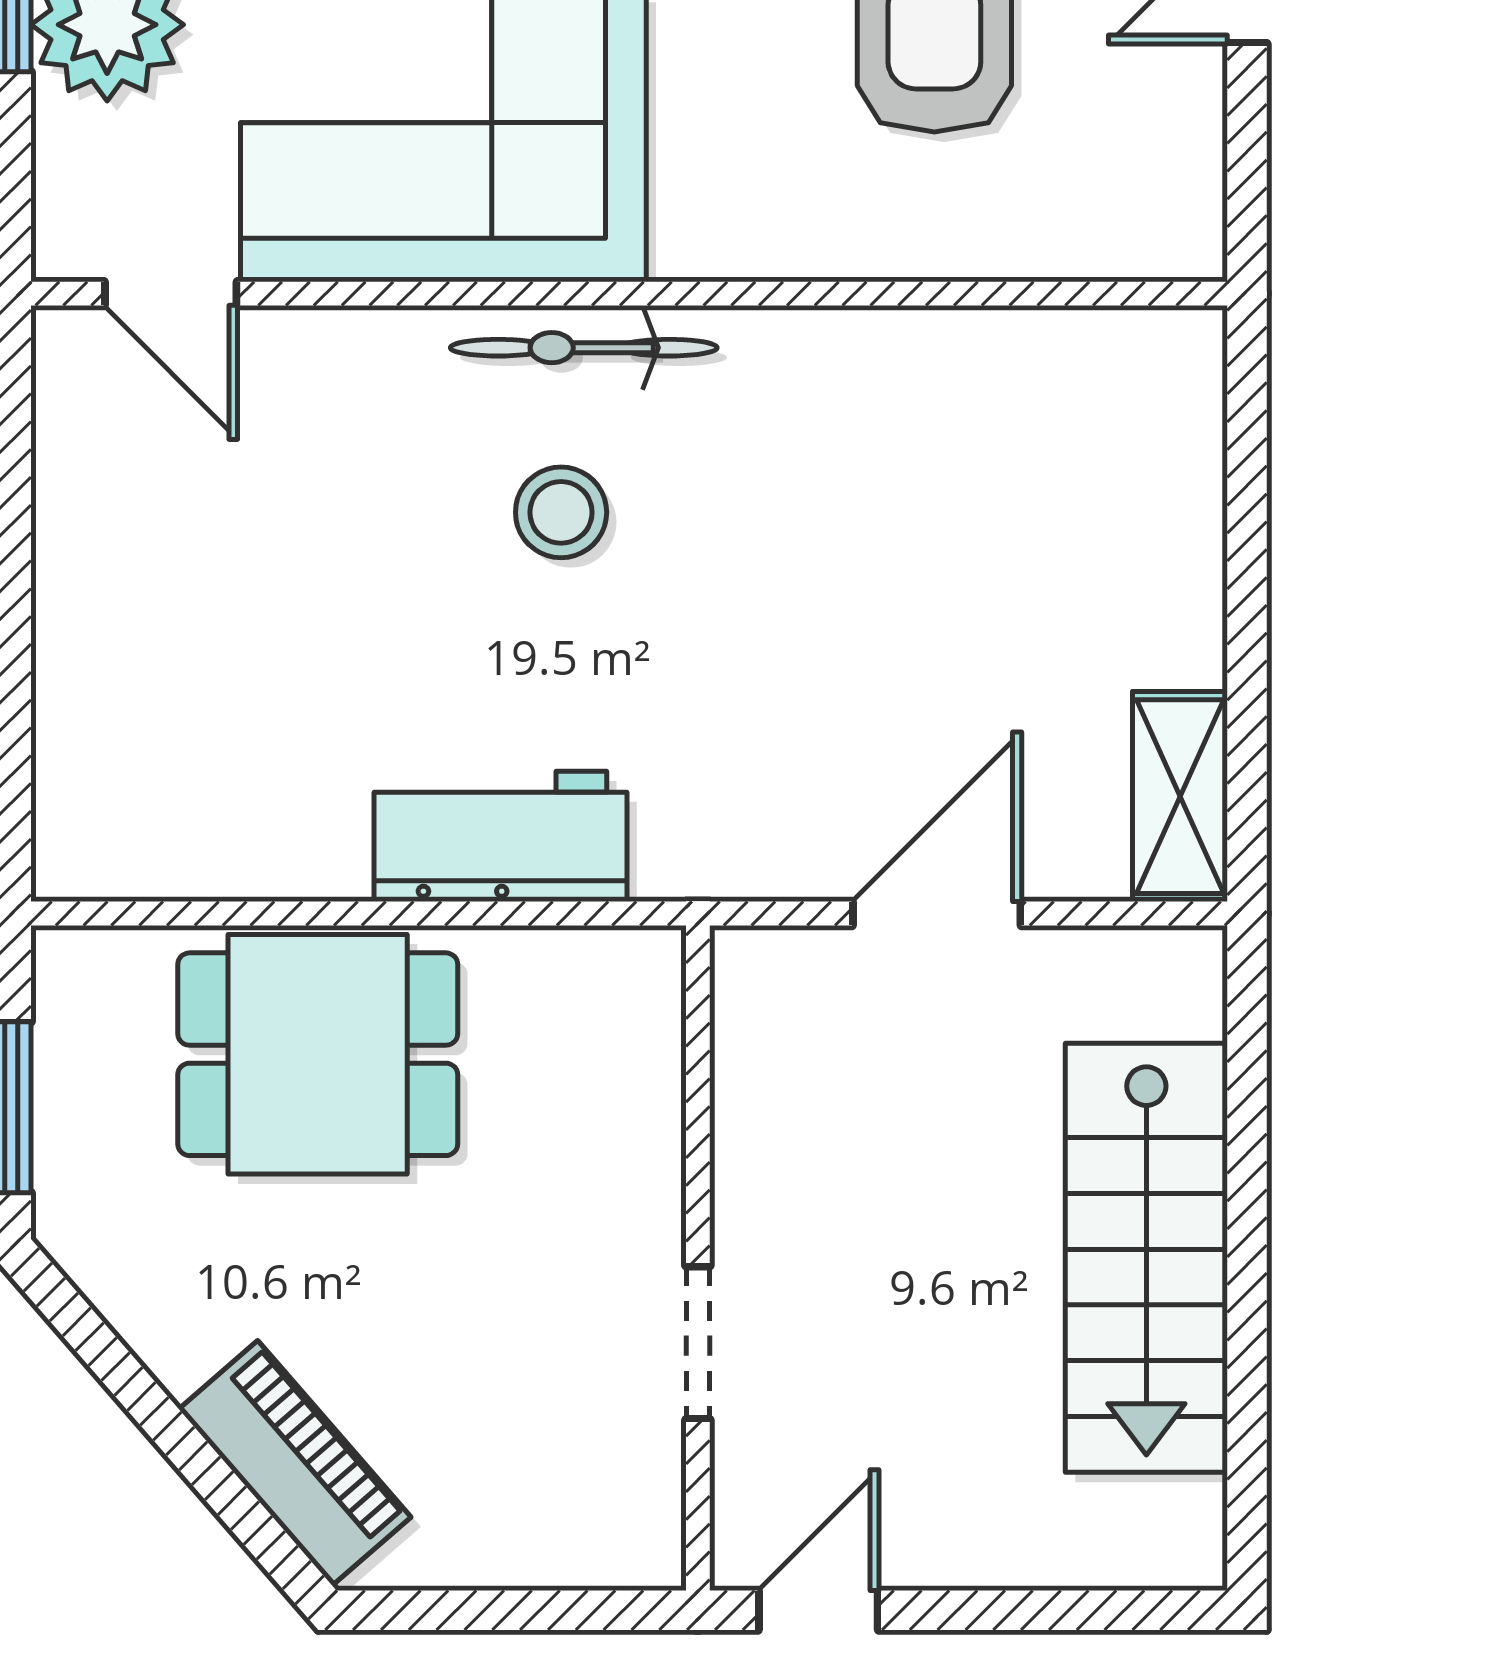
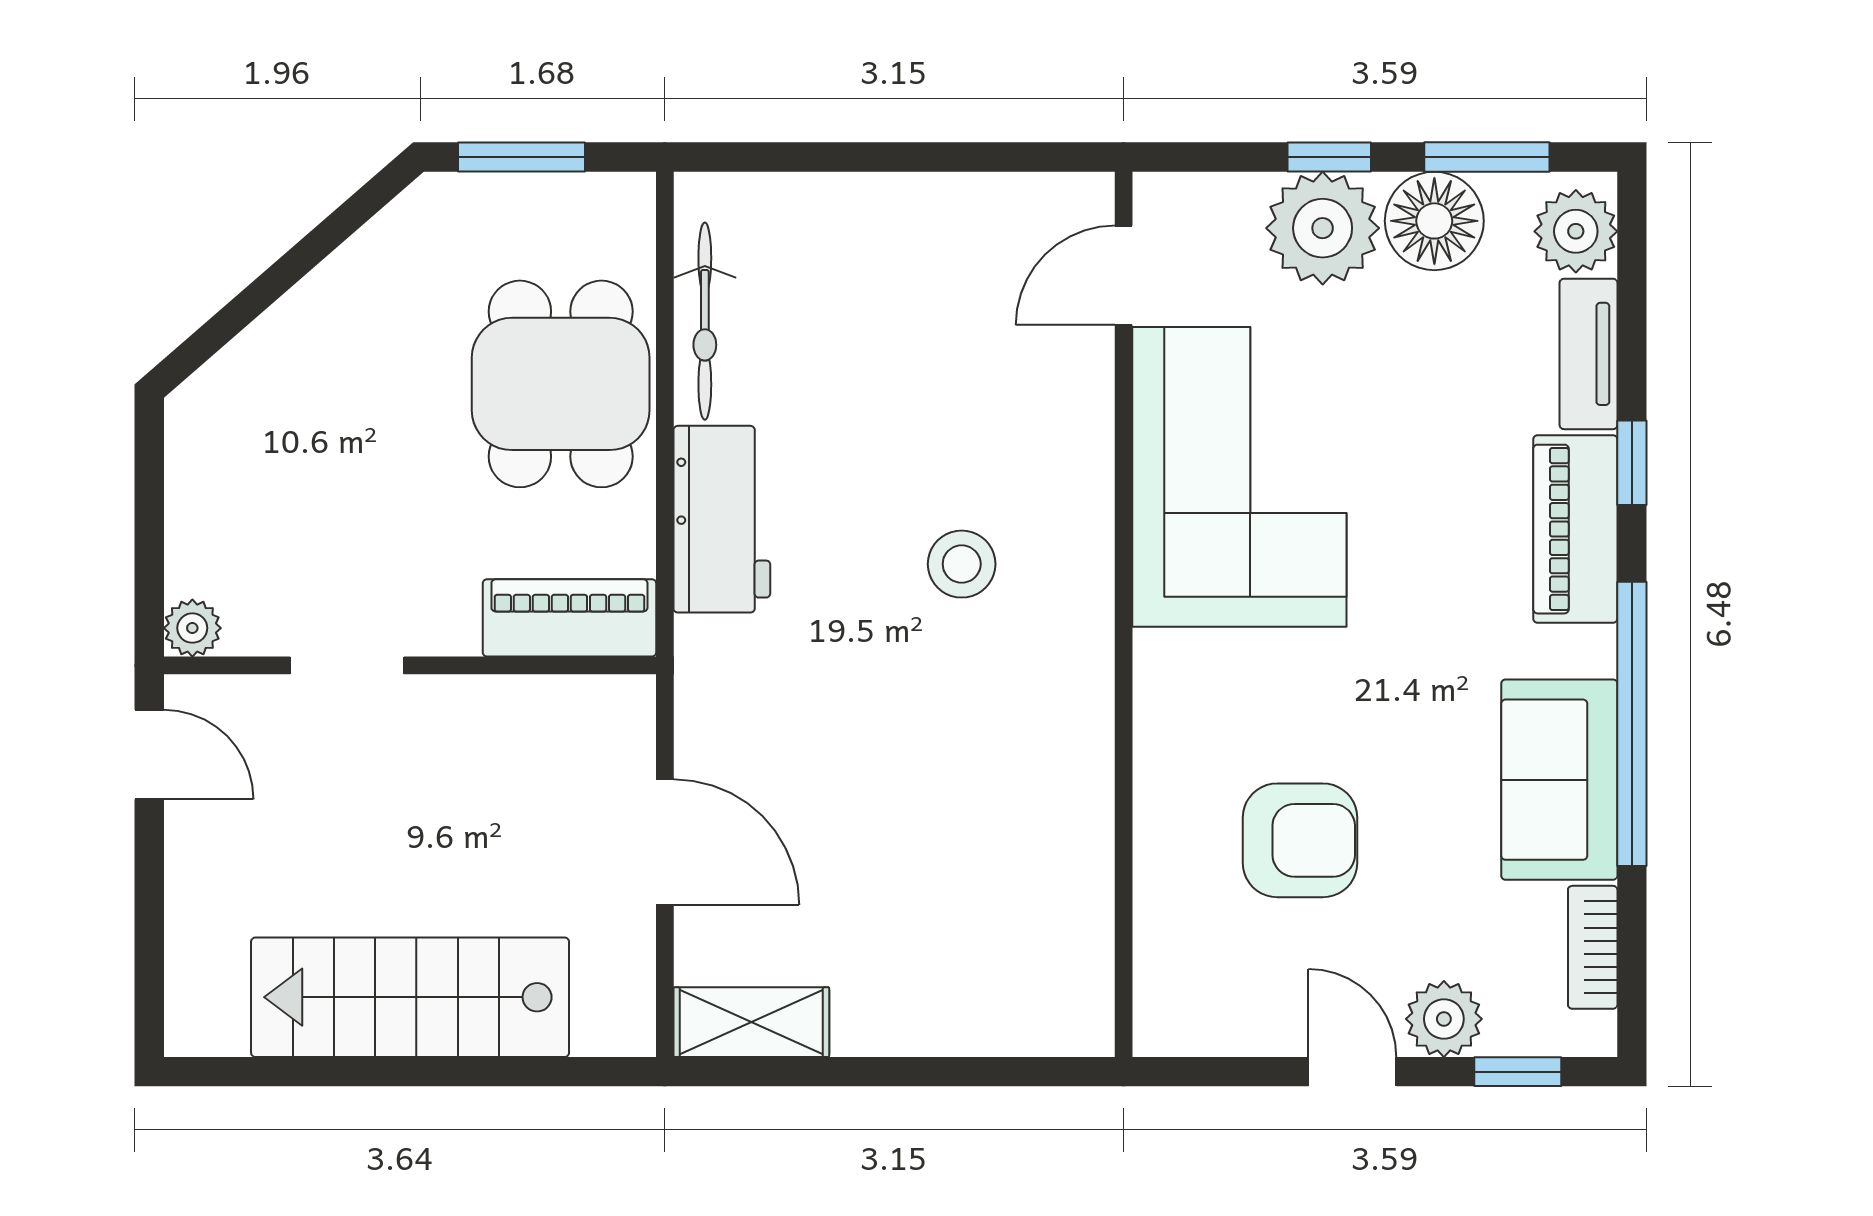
bicycle: (584, 348) -> (705, 321), moved, turned 180
piano: (295, 1463) -> (569, 618), moved, turned -139
plant: (648, 1552) -> (192, 628), added

